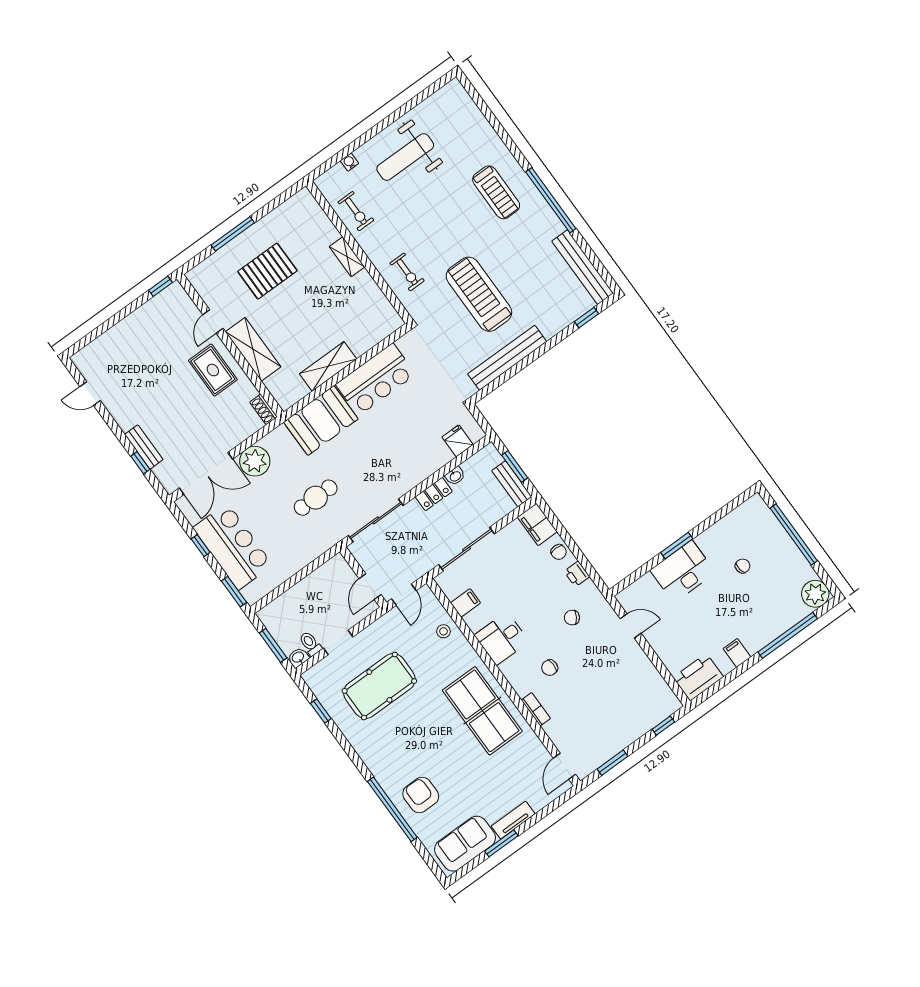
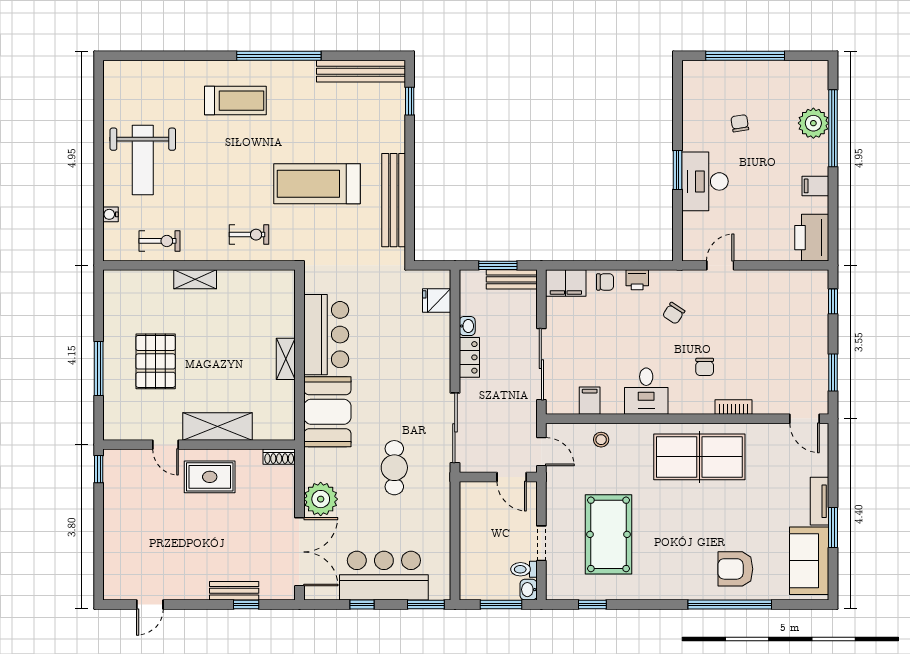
shelving: (328, 366) -> (286, 359), width x0.67, depth x0.75
plant: (815, 594) -> (813, 123), moved

